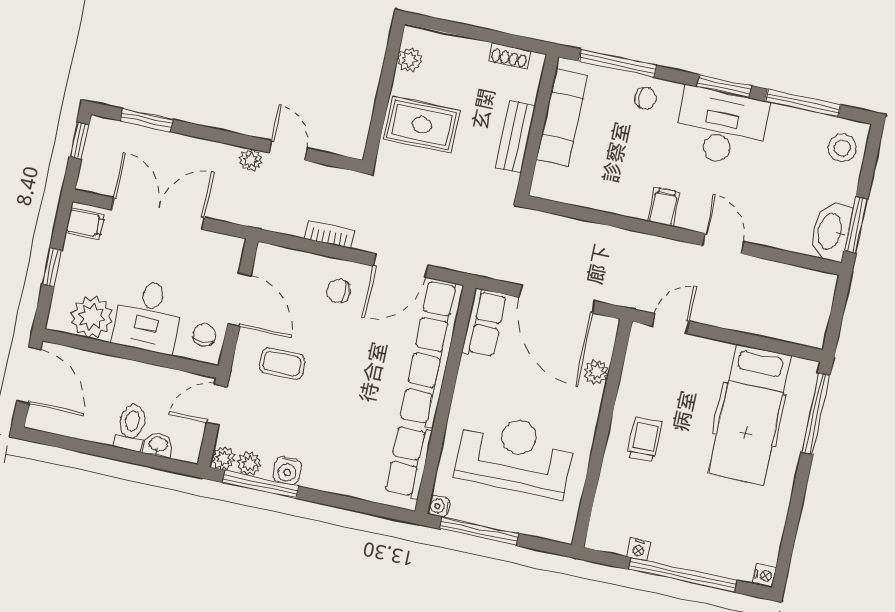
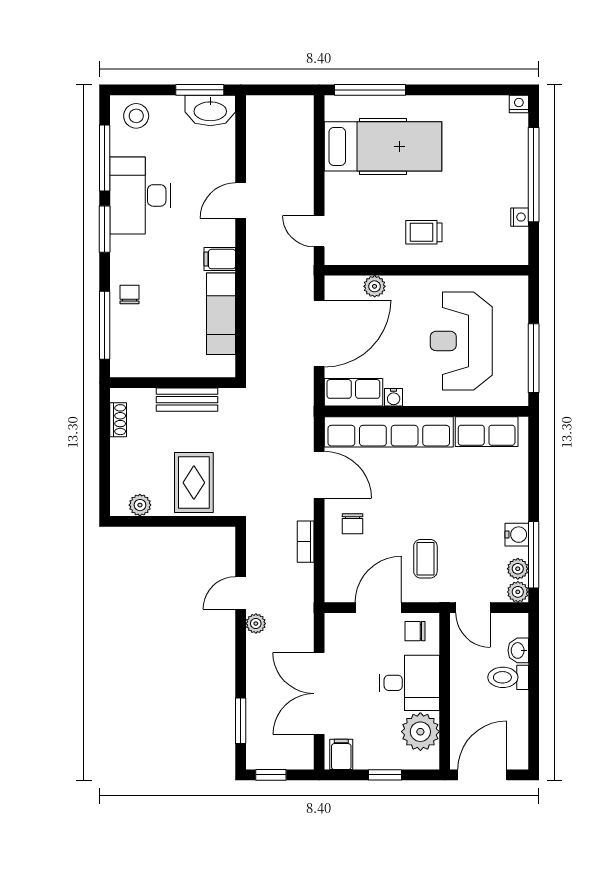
exam couch: (562, 117) -> (221, 314), moved, turned -90
desk: (721, 127) -> (140, 195), moved
water cooler: (439, 506) -> (394, 397), moved

